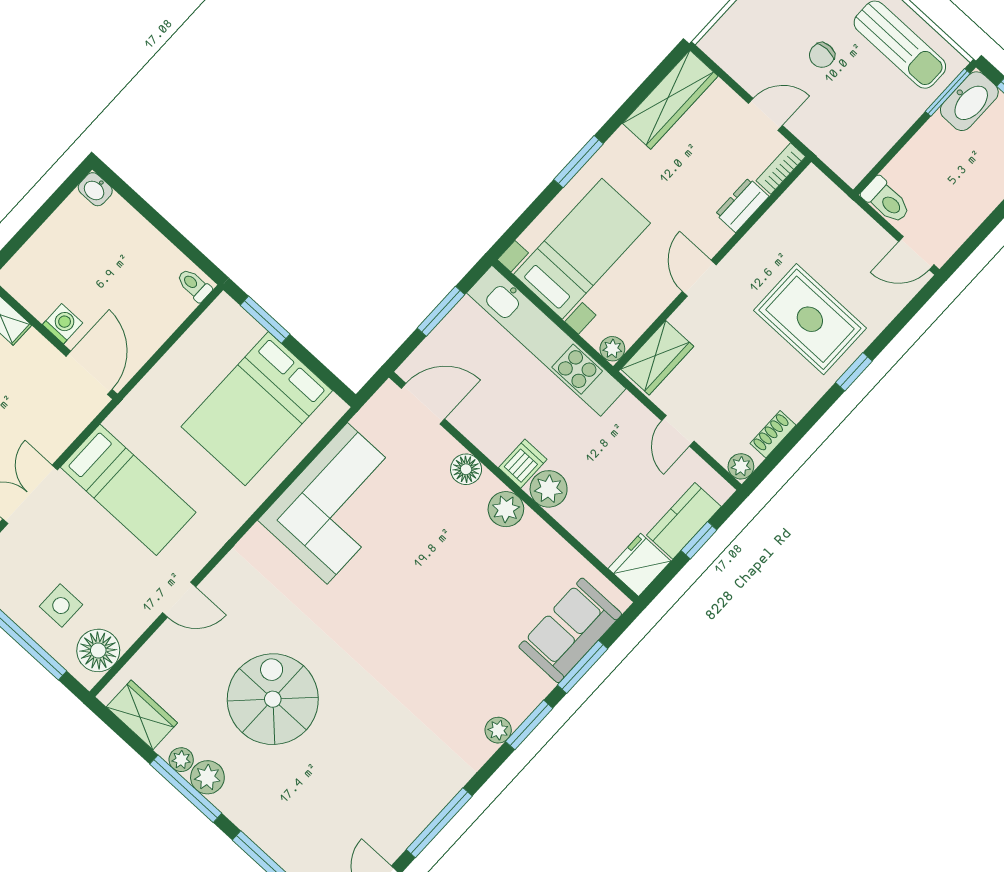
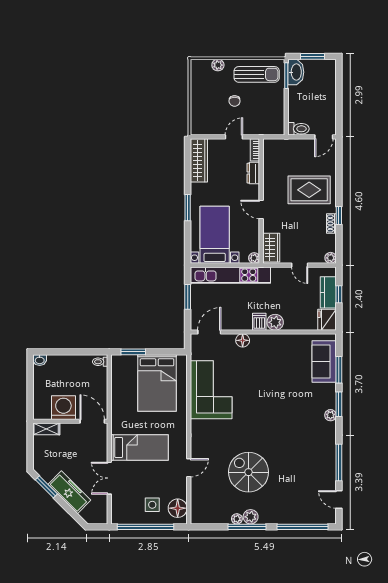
washing machine: (63, 324) -> (63, 408), width x1.89, depth x1.89
window: (854, 372) -> (339, 216), moved
shoe rack: (773, 434) -> (331, 223), moved
plant: (506, 509) -> (267, 341), removed
wardrobe: (142, 715) -> (211, 516), removed

